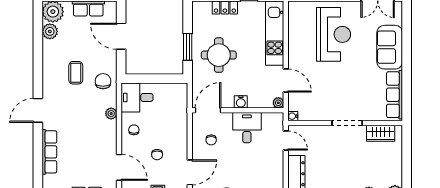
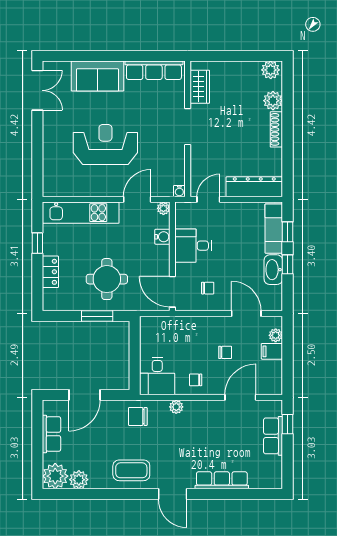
reception desk: (333, 34) -> (105, 145), moved
coffee table: (76, 73) -> (131, 470), moved, width x1.36, depth x1.30
water cooler: (241, 102) -> (162, 237), moved

